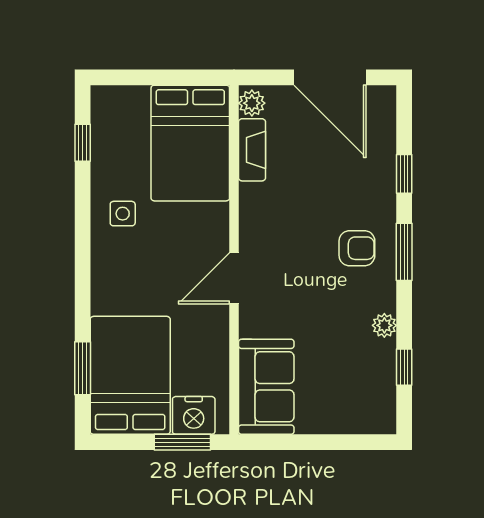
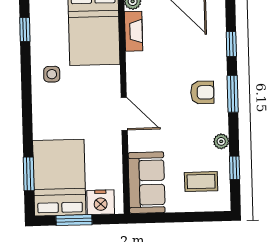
door: (234, 278) -> (124, 114), swing flipped
coffee table: (351, 387) -> (201, 182), added
window: (182, 442) -> (74, 220), moved

